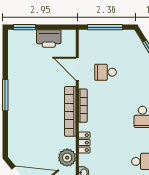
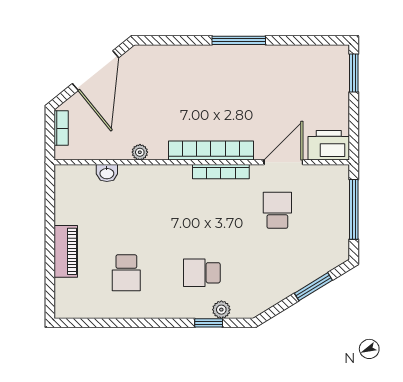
printer: (49, 38) -> (329, 145), moved, turned 90
locker: (84, 143) -> (158, 174), removed
plant: (67, 158) -> (140, 152), width x0.53, depth x0.53

